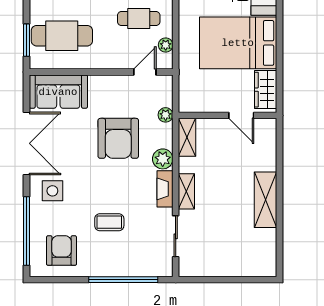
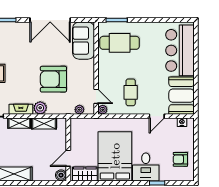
cafe table: (62, 36) -> (120, 43), turned 90
plant: (166, 45) -> (103, 110), moved
plant: (166, 115) -> (79, 110), moved
boiler: (267, 127) -> (61, 175), added
shelving: (187, 137) -> (44, 123), moved
side table: (52, 191) -> (20, 37), removed

